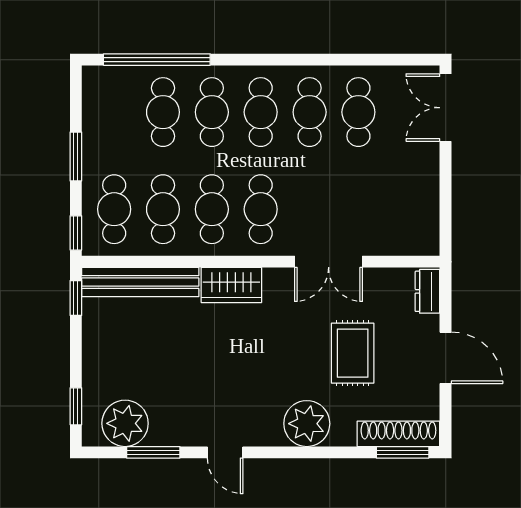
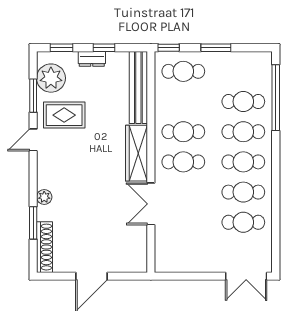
double door: (446, 108) -> (246, 276), swing flipped
cafe table: (163, 209) -> (183, 102), removed
wardrobe: (231, 285) -> (136, 153), width x1.50
dresser: (427, 291) -> (92, 59), moved, turned 180
window: (76, 298) -> (104, 48), moved
rug: (353, 353) -> (64, 115), moved
plant: (307, 424) -> (44, 197), width x0.53, depth x0.53
window: (403, 452) -> (33, 223), moved

